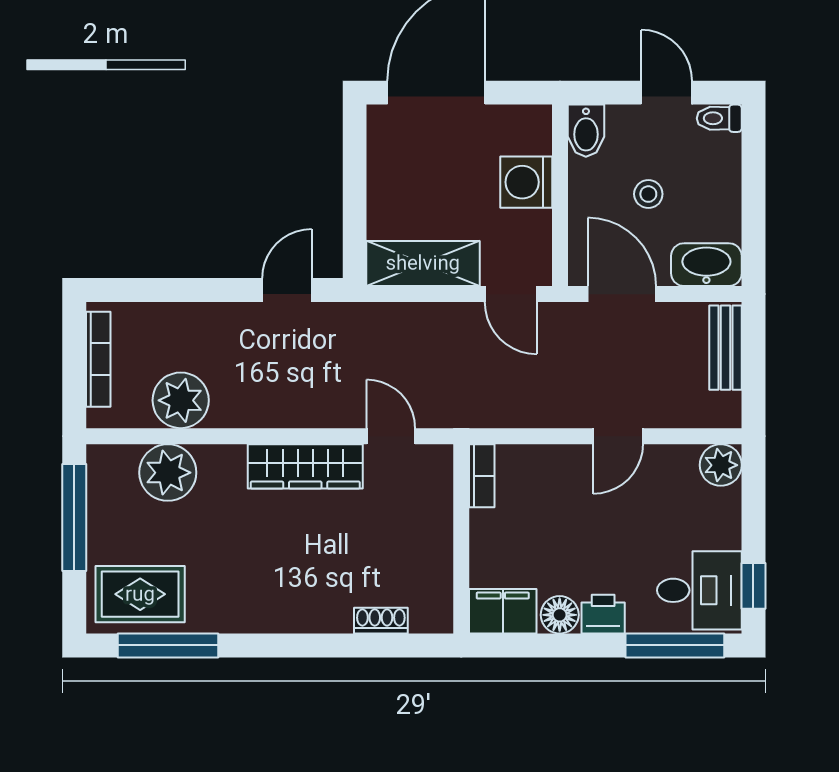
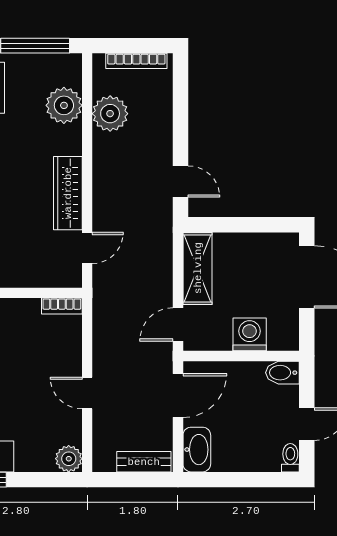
stool: (648, 194) -> (242, 412), removed

